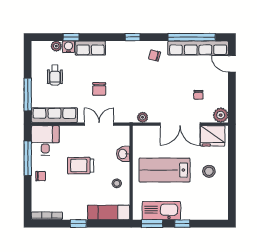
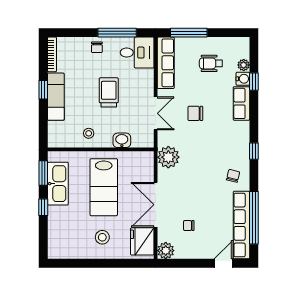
plant: (143, 117) -> (168, 157), width x1.88, depth x1.88
lab bench: (165, 170) -> (104, 187), turned 180
exam couch: (109, 212) -> (56, 97), moved

